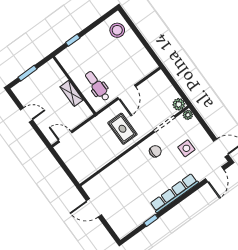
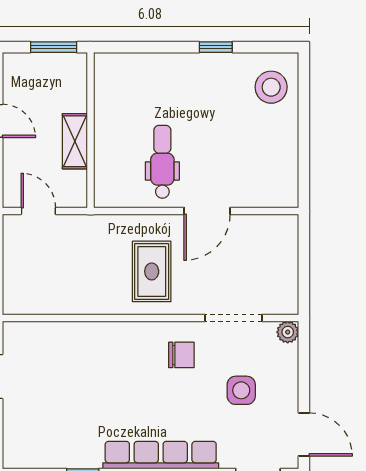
window: (73, 40) -> (216, 47), moved
wall: (74, 85) -> (90, 130), moved
shelving: (72, 93) -> (75, 141), moved
plant: (179, 104) -> (285, 301), removed

